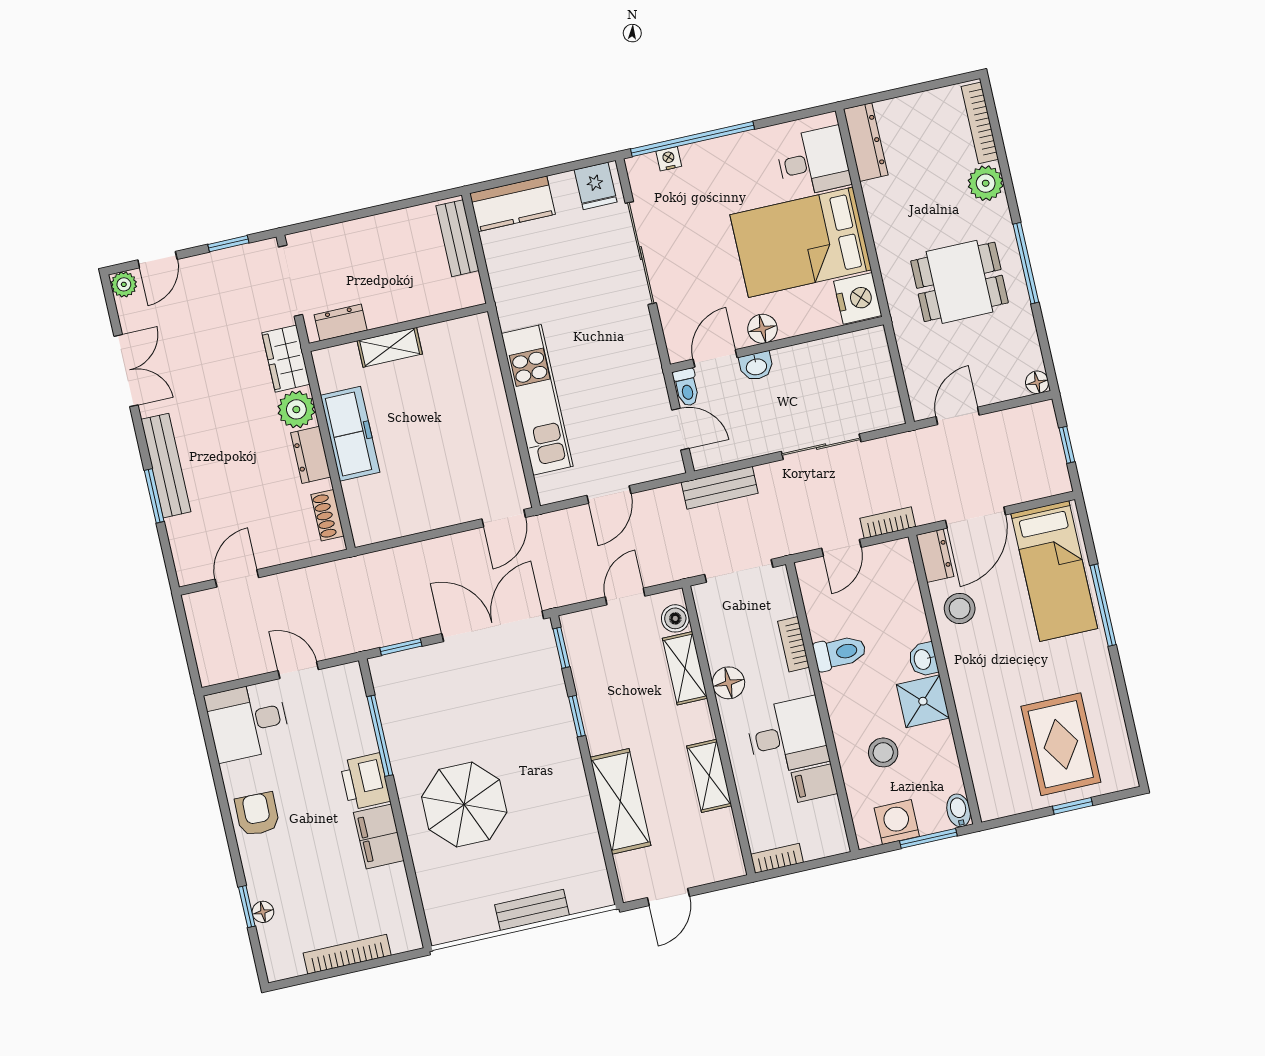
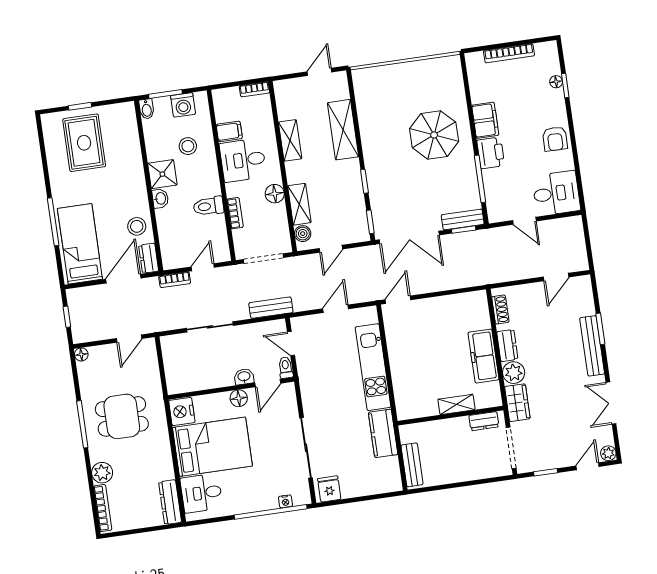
kitchen counter: (512, 204) -> (383, 433), moved, turned -90
bench: (532, 910) -> (463, 219), moved

